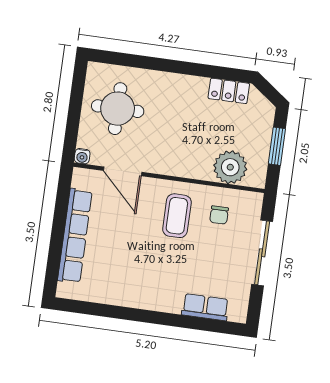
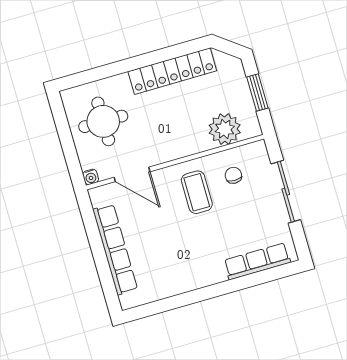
locker: (229, 91) -> (172, 71), width x2.16, depth x1.21
chair: (219, 215) -> (233, 175), turned 180
row of seats: (205, 307) -> (257, 261), width x1.48

